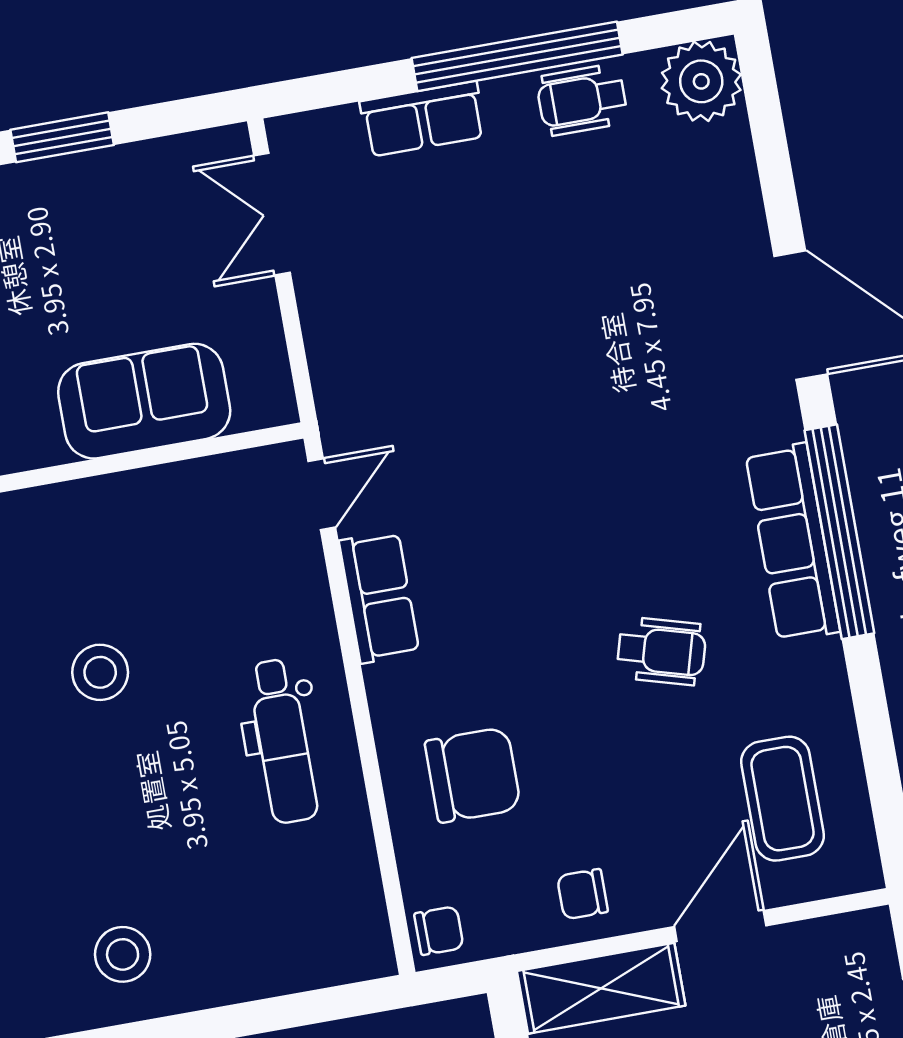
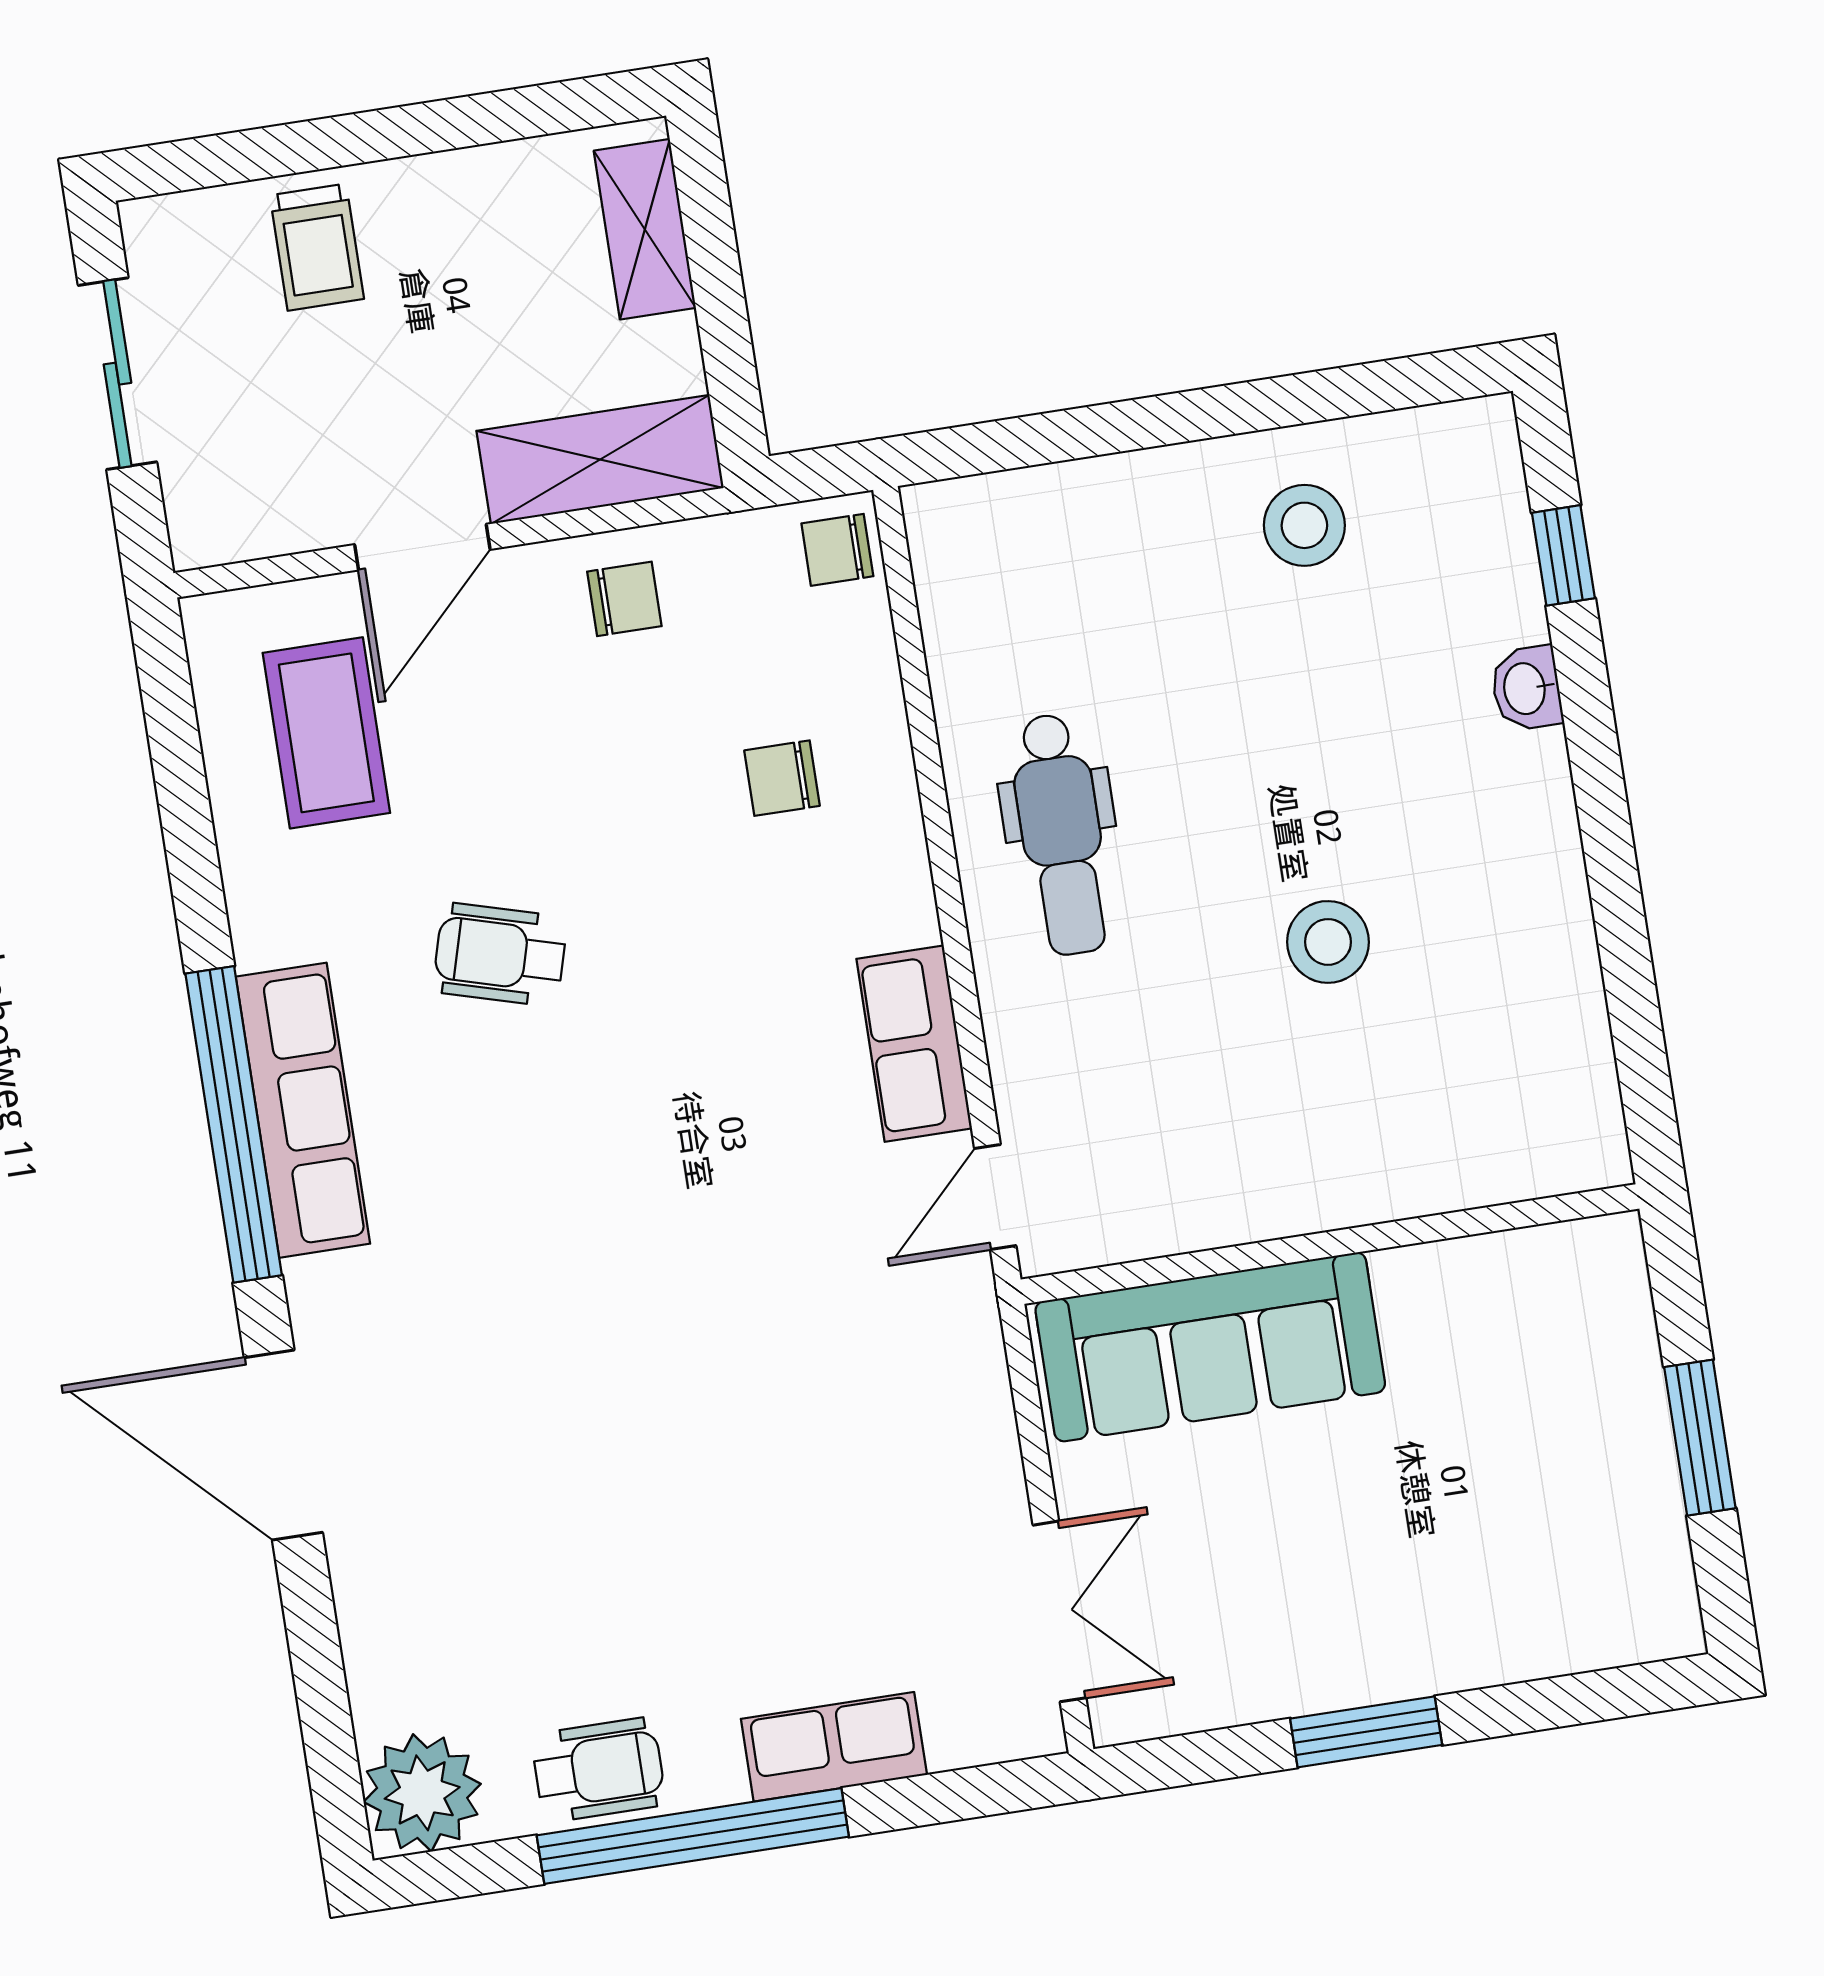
sofa: (144, 401) -> (1210, 1347), width x1.36
dental chair: (283, 741) -> (1061, 834), turned 180
chair: (473, 775) -> (782, 778), width x0.54, depth x0.54

